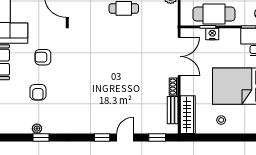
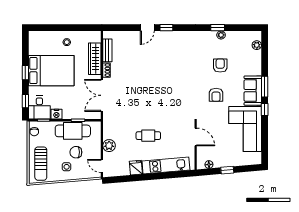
nightstand: (212, 34) -> (56, 114), moved
armchair: (43, 57) -> (216, 95), turned 90
wardrobe: (188, 115) -> (95, 59), moved
window: (157, 137) -> (120, 28), removed

